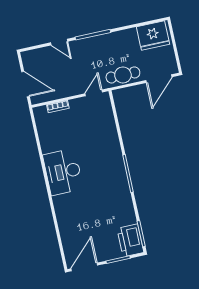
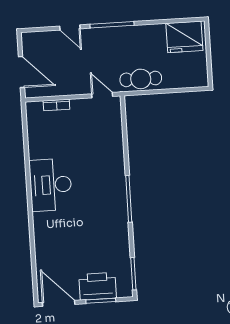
door: (159, 79) -> (183, 90), removed
door: (94, 93) -> (102, 95), hinge flipped
printer: (130, 240) -> (98, 286), moved, turned 90
door: (84, 267) -> (59, 303), hinge flipped

